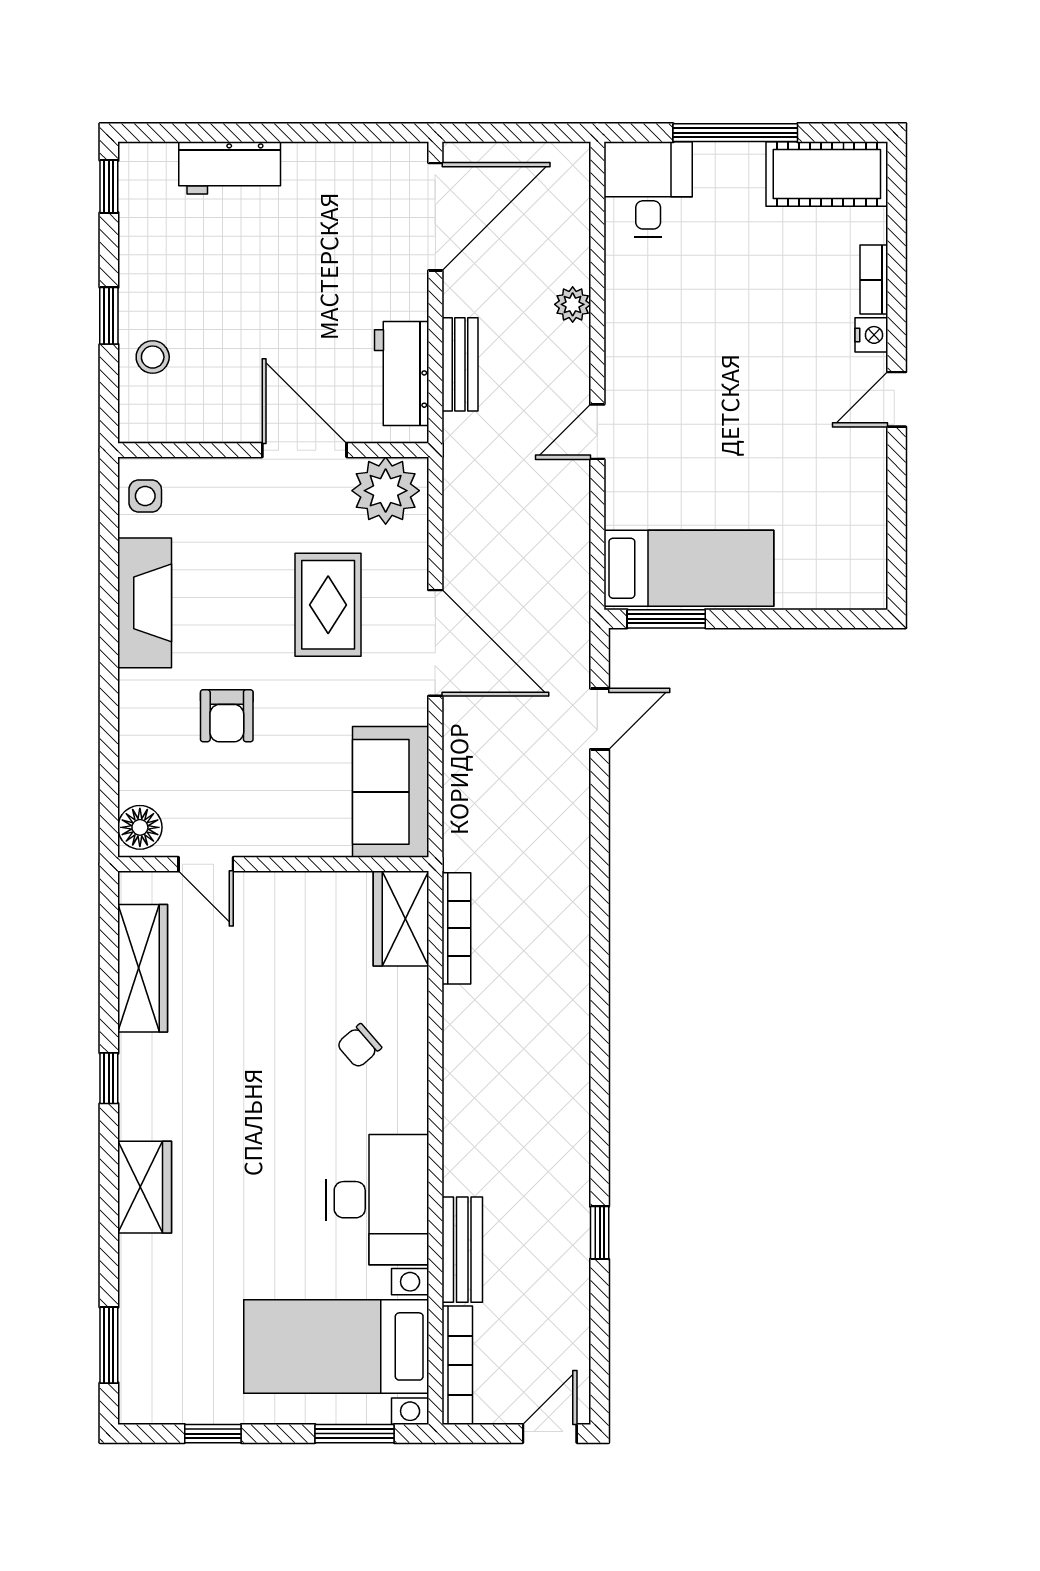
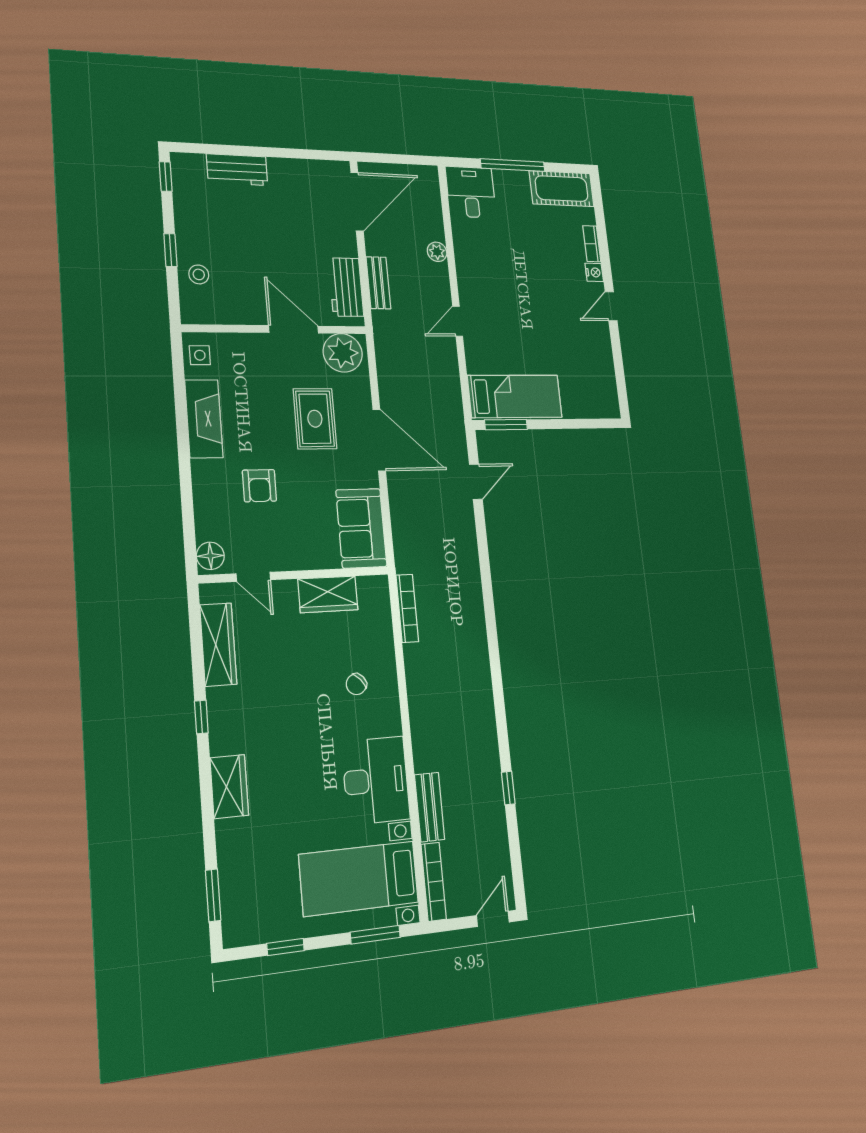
wardrobe: (401, 919) -> (328, 594), moved, turned -90

